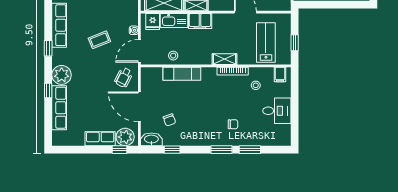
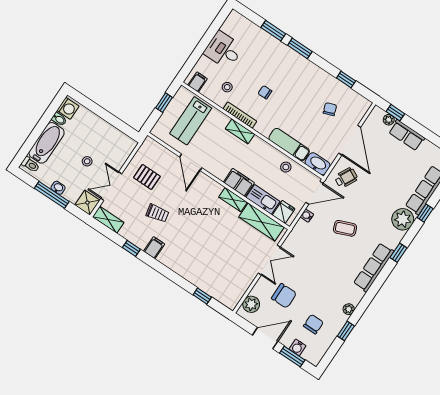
chair: (233, 124) -> (265, 92), moved
plant: (125, 137) -> (389, 120), width x0.53, depth x0.53
washbasin: (151, 139) -> (318, 164), moved, turned 180

